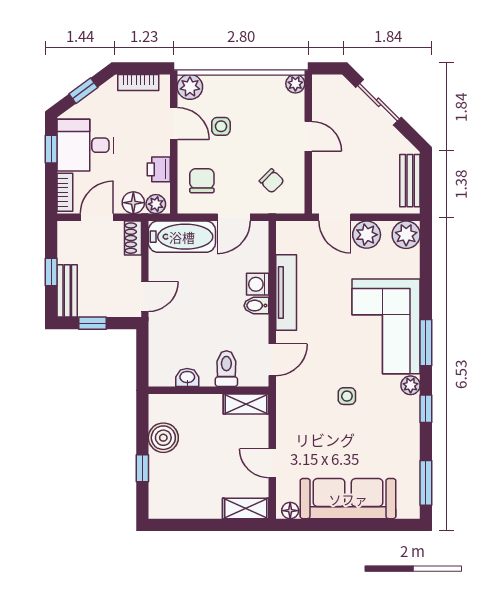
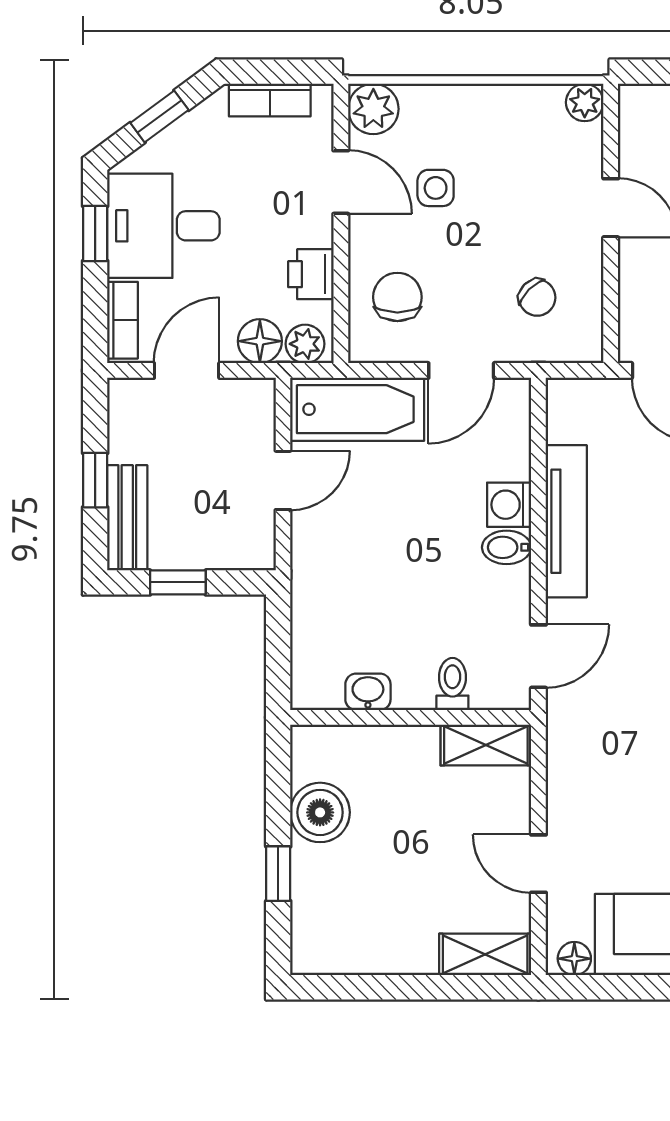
shoe rack: (133, 238) -> (259, 412), removed
door: (145, 296) -> (283, 480), moved
toilet: (226, 369) -> (452, 684), width x0.73, depth x0.72

